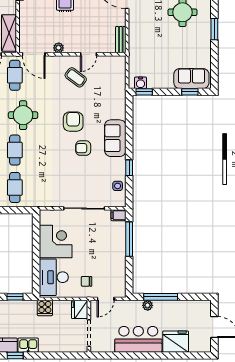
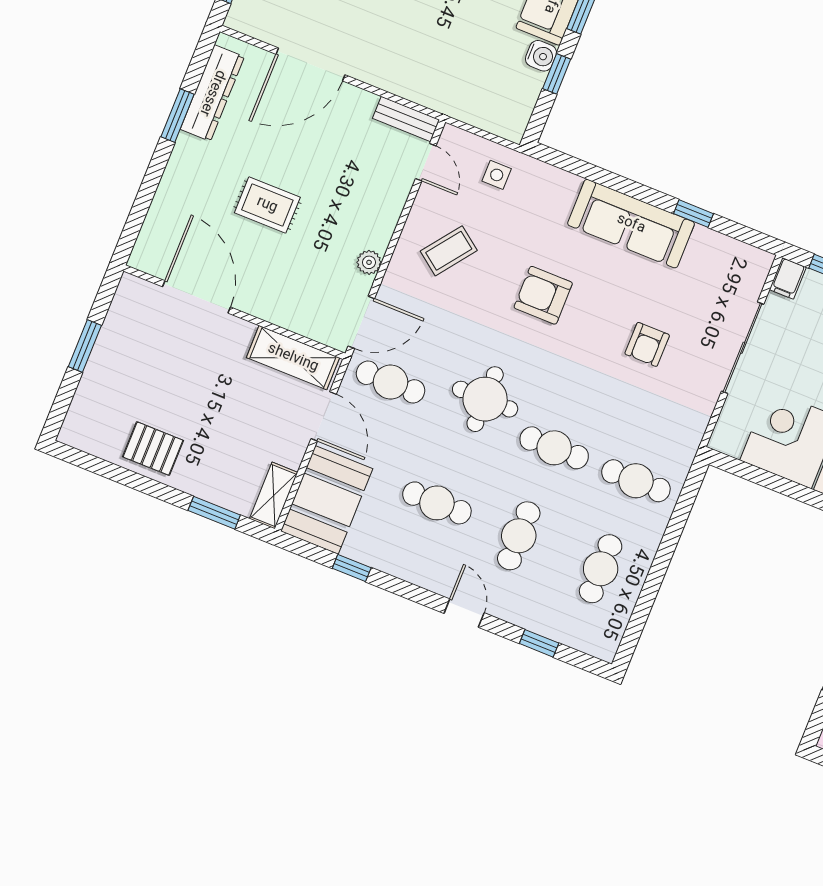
door: (88, 54) -> (426, 162), moved
water cooler: (140, 83) -> (541, 56), moved
window: (144, 92) -> (557, 74), moved
sofa: (115, 138) -> (631, 224), width x1.36
armchair: (83, 148) -> (647, 344), moved
side table: (118, 186) -> (497, 175), moved

